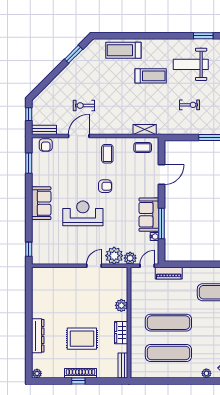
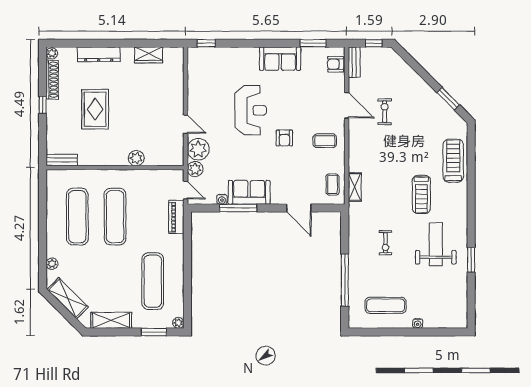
sofa: (41, 203) -> (280, 59), moved
wardrobe: (121, 333) -> (149, 55), moved, turned 180
shoe rack: (81, 373) -> (52, 80), moved

